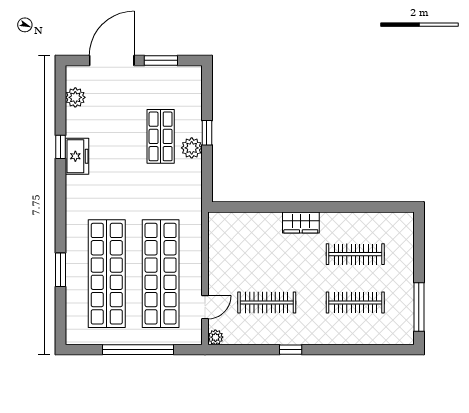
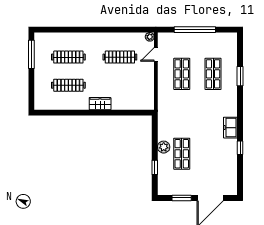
plant: (75, 97) -> (231, 176), removed
window: (207, 133) -> (155, 167), moved
freezer: (77, 156) -> (230, 128), moved
shop shelf: (107, 274) -> (213, 74), width x0.50, depth x0.74
shop shelf: (161, 274) -> (182, 74), width x0.50, depth x0.74
window: (291, 350) -> (106, 30), removed

